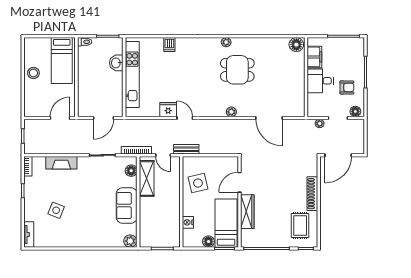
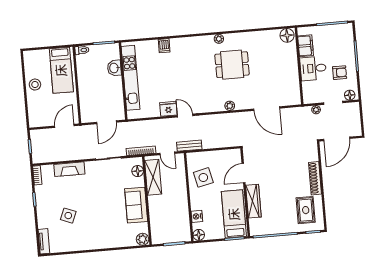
floor lamp: (208, 242) -> (199, 235), moved

